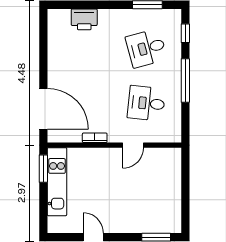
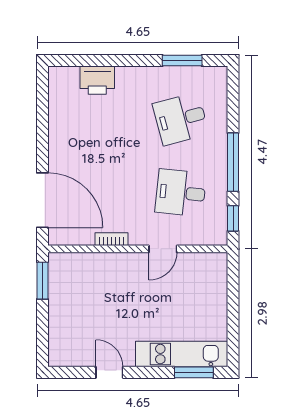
window: (185, 33) -> (233, 218), moved
kitchen unit: (57, 182) -> (181, 354), moved, turned -90

